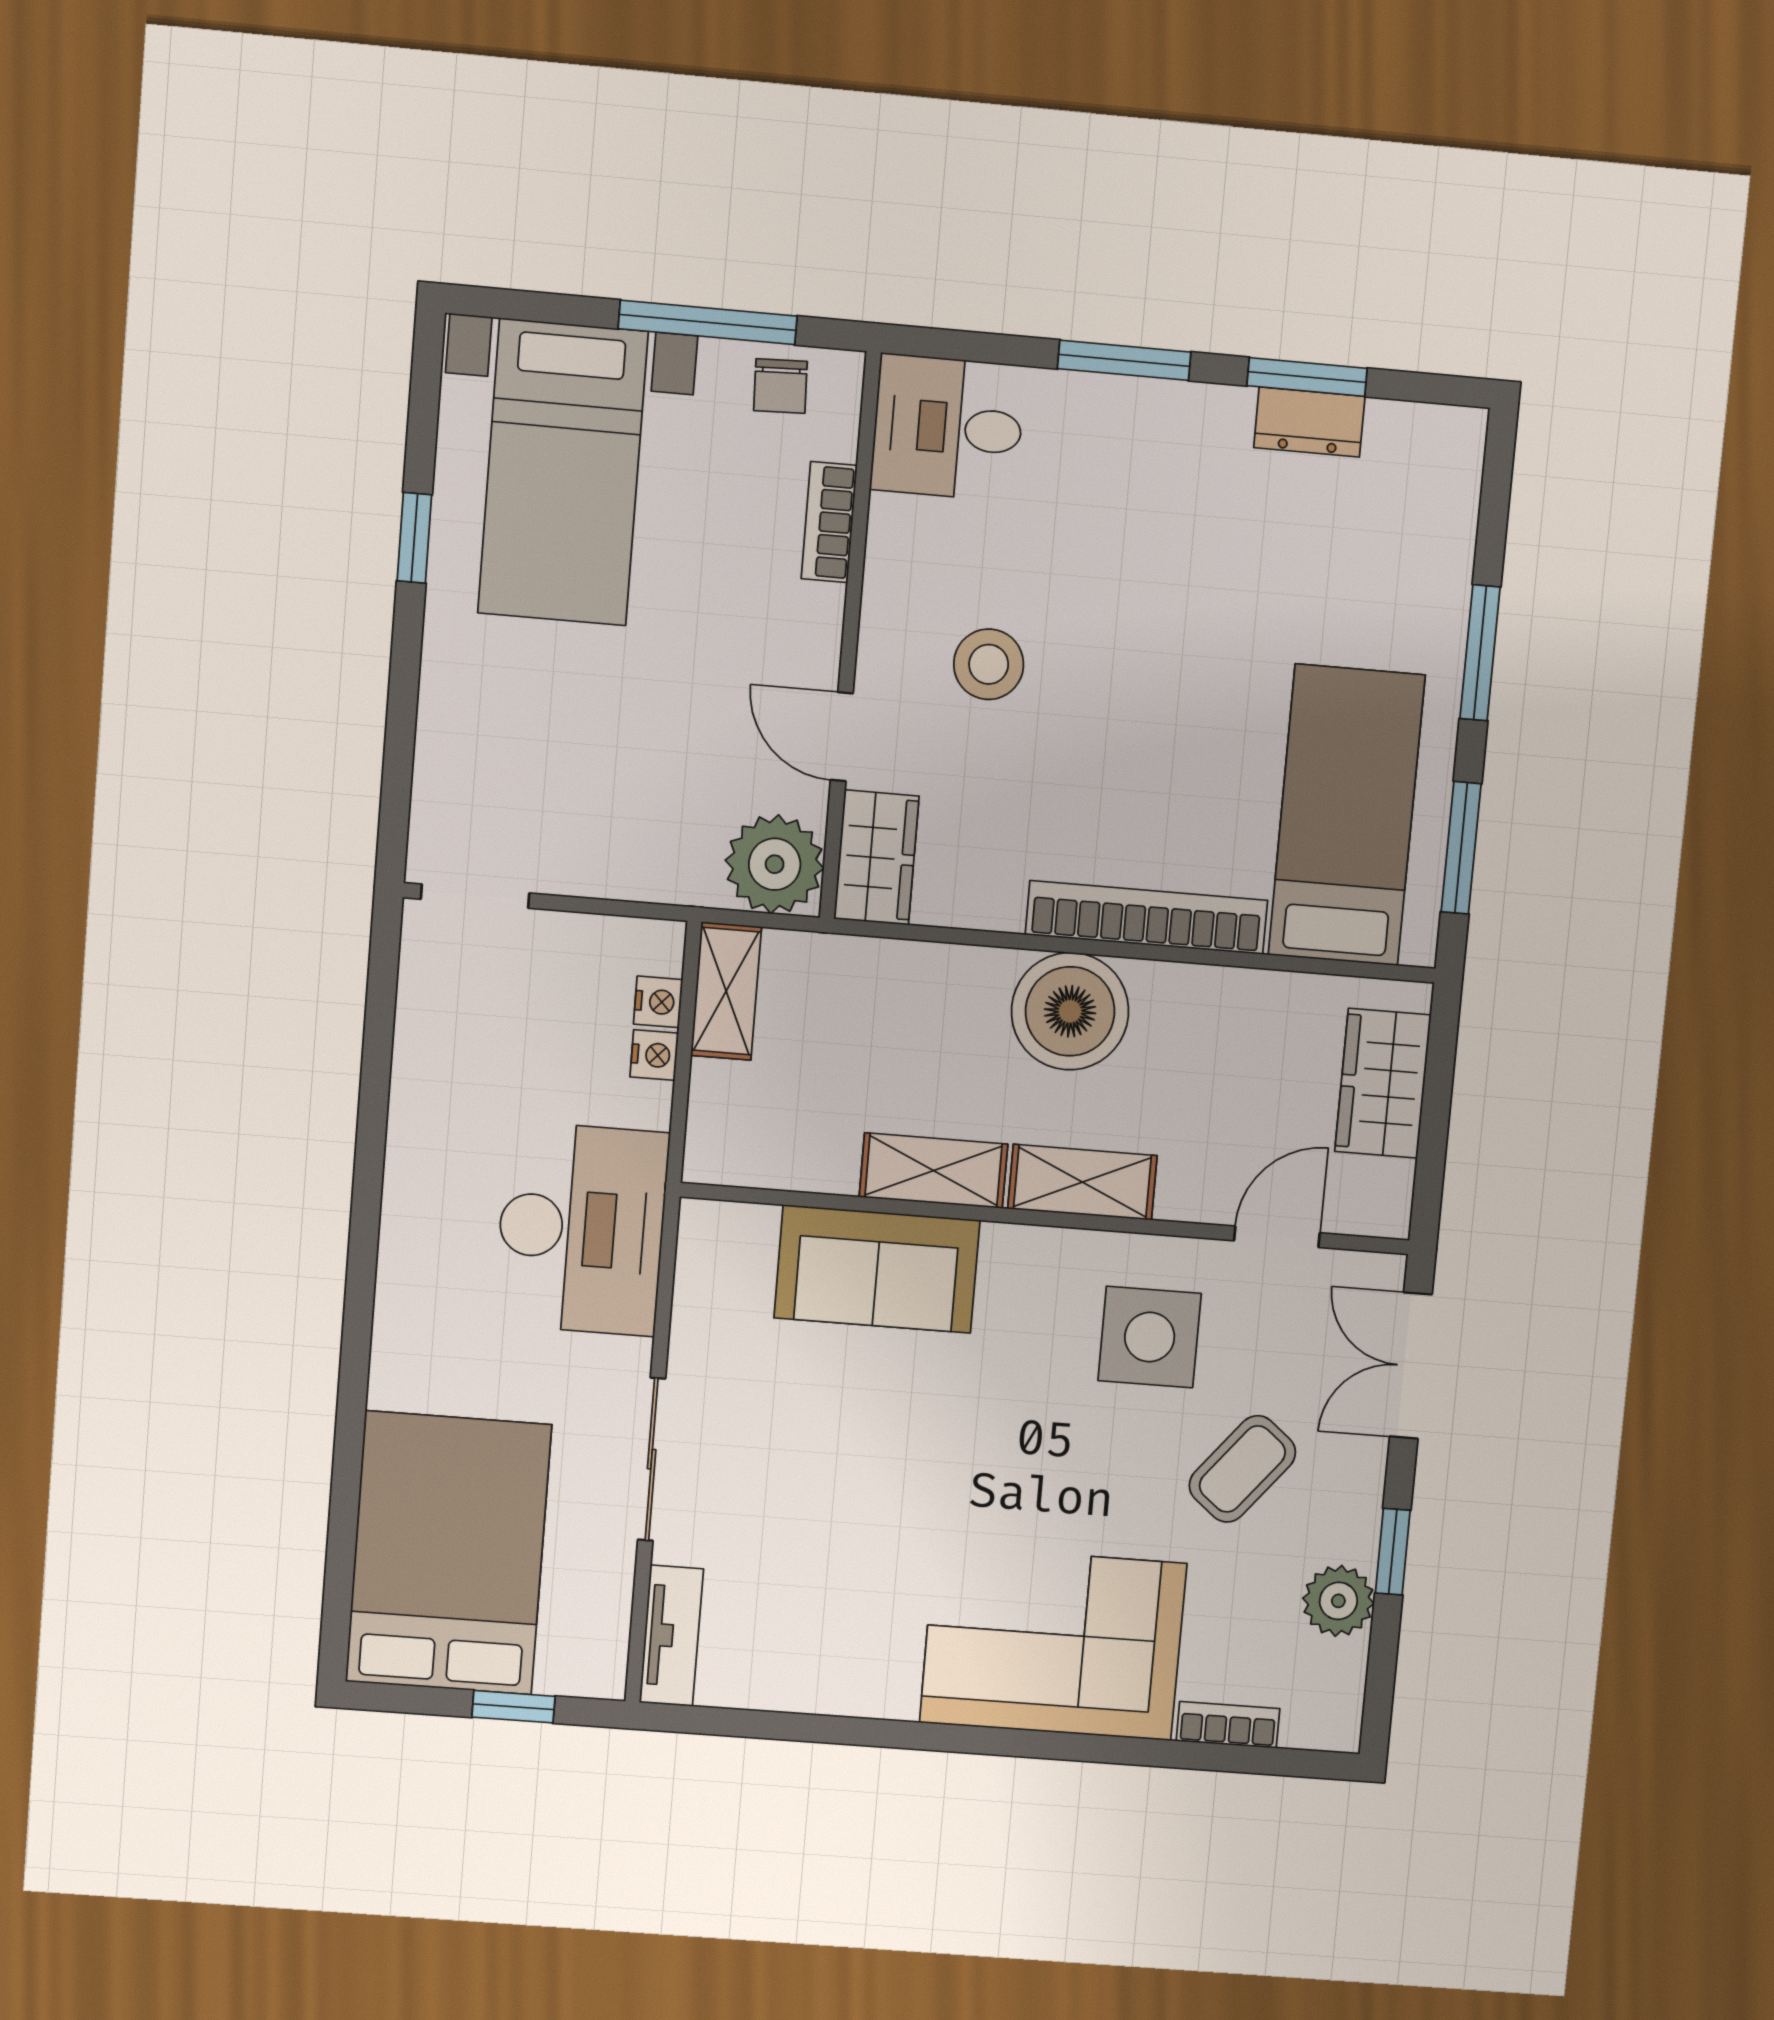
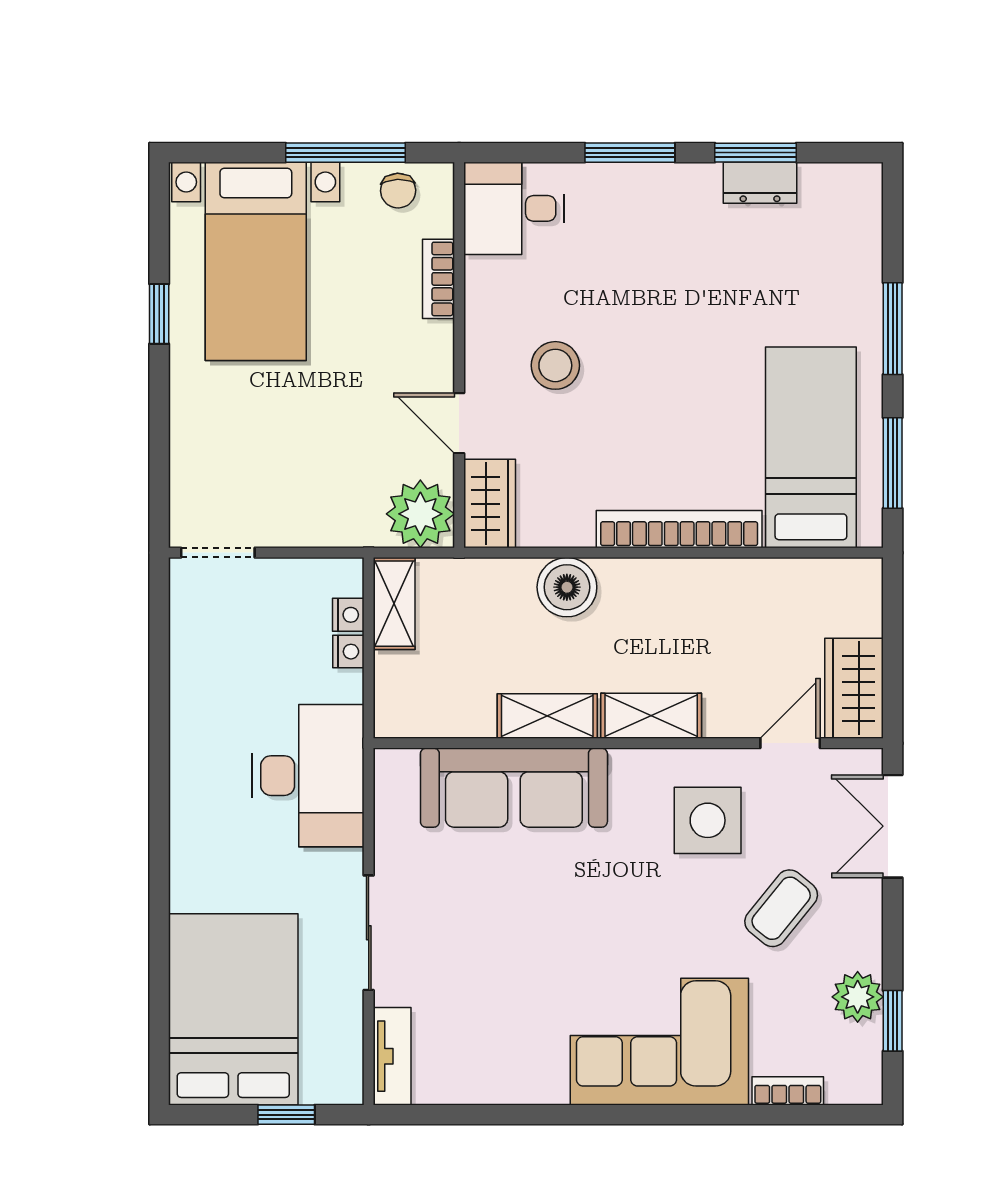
boiler: (1070, 1011) -> (567, 587), moved, width x0.73, depth x0.73
wardrobe: (1383, 1083) -> (854, 688), moved
sofa: (877, 1269) -> (514, 788), width x1.36
window: (1393, 1552) -> (893, 1021), moved

